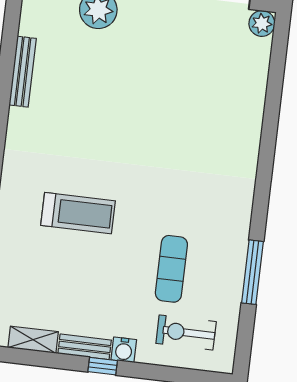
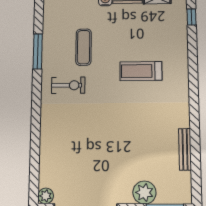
exercise bike: (186, 333) -> (68, 85), moved

